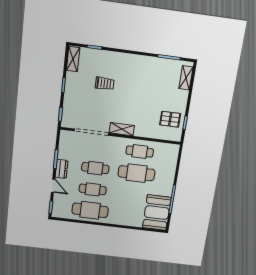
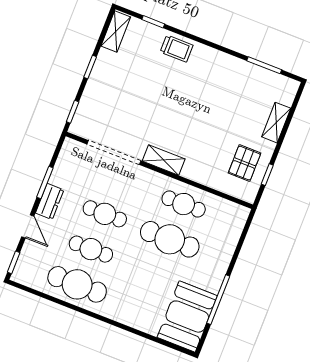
shelving: (186, 78) -> (276, 123), moved
trolley: (105, 83) -> (177, 49), moved
pallet: (170, 119) -> (245, 163), turned 90

